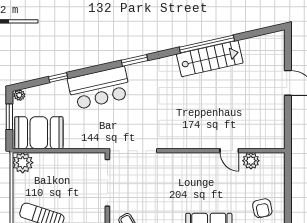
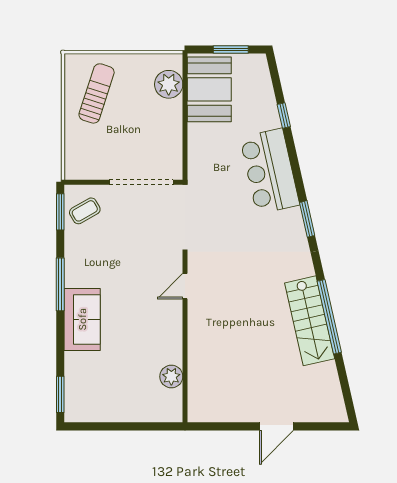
plant: (19, 95) -> (260, 63), removed
door: (229, 151) -> (185, 286), moved
plant: (23, 163) -> (169, 84), moved
armchair: (262, 208) -> (107, 392), removed

